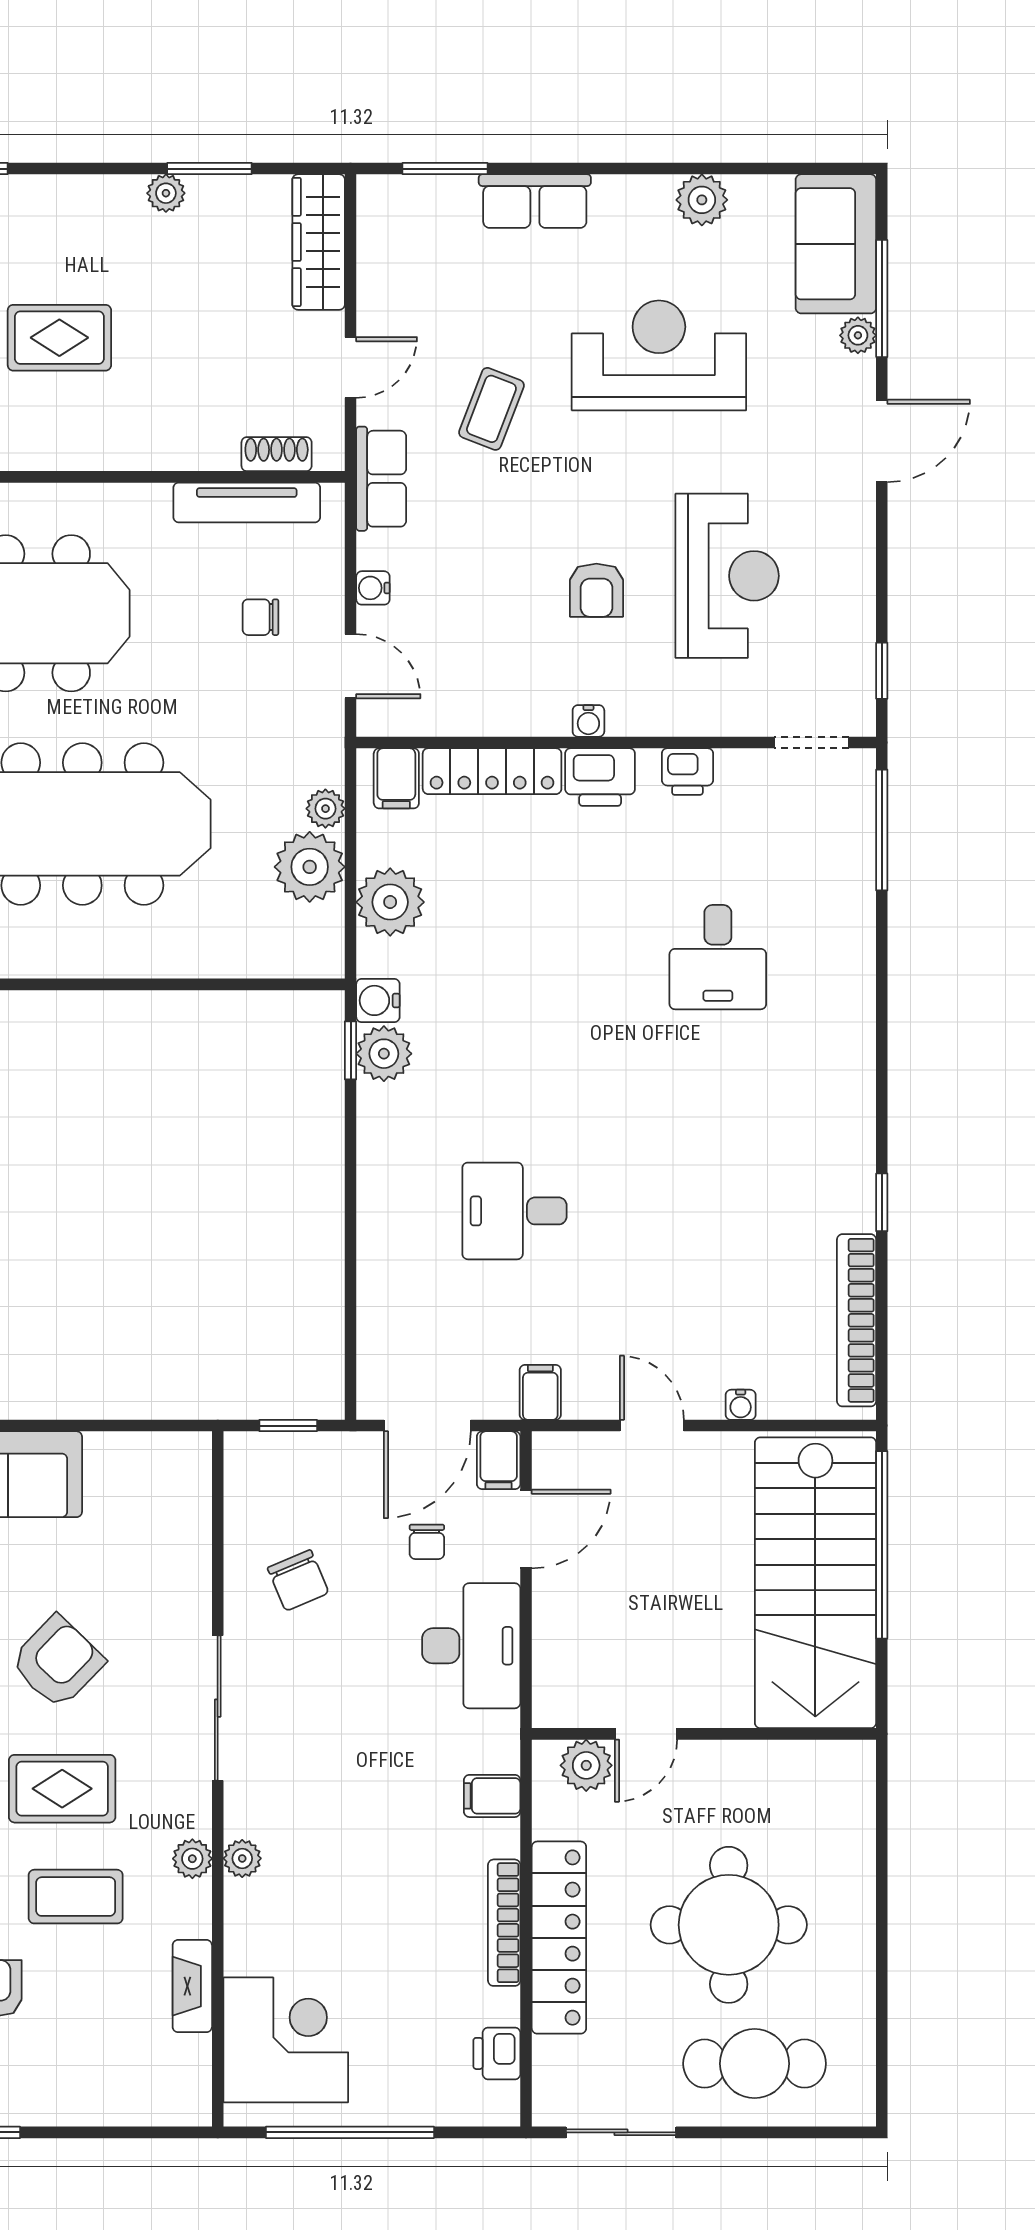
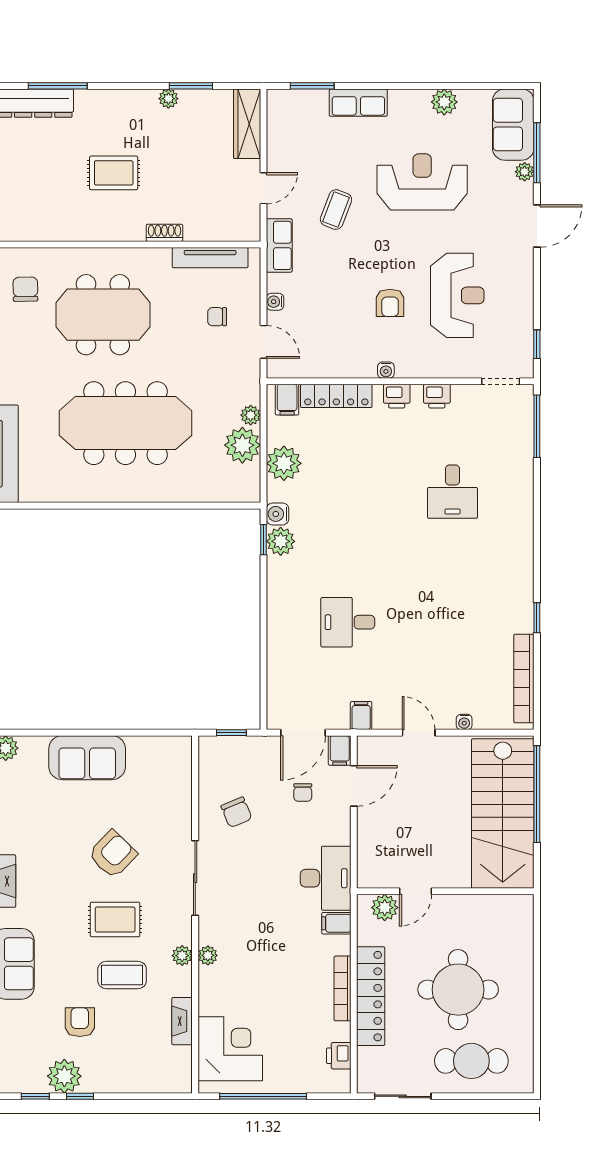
shoe rack: (277, 454) -> (164, 233), moved
printer: (600, 777) -> (397, 396), width x0.73, depth x0.81
desk: (471, 1646) -> (326, 878), moved

